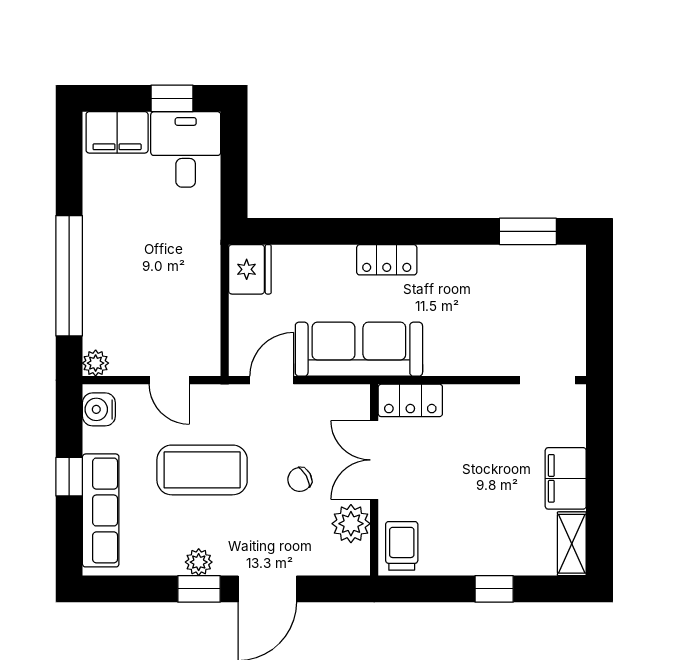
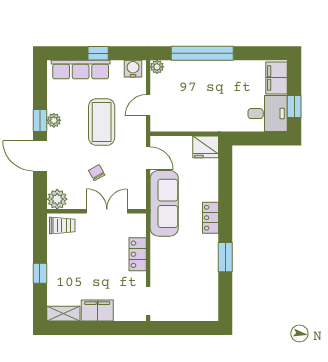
window: (528, 231) -> (225, 257), moved
locker: (410, 400) -> (138, 254), moved
plant: (351, 524) -> (57, 199), moved

